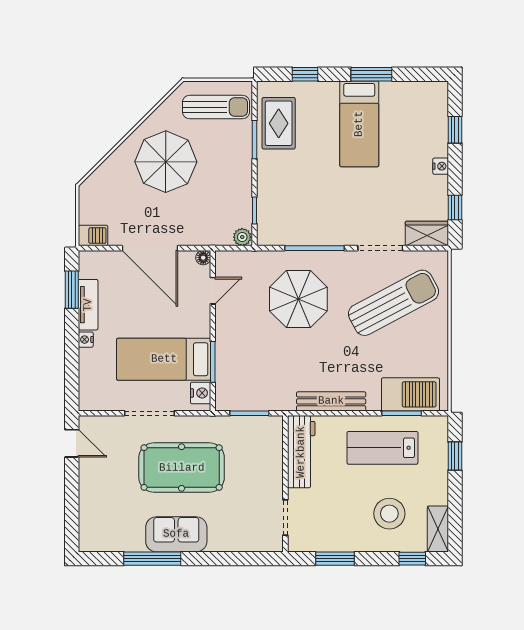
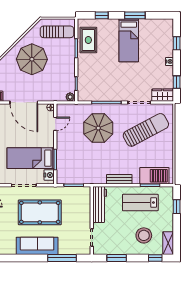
bench: (331, 401) -> (119, 179), width x0.73
sofa: (176, 534) -> (37, 246), width x1.36
window: (152, 559) -> (62, 258), moved

